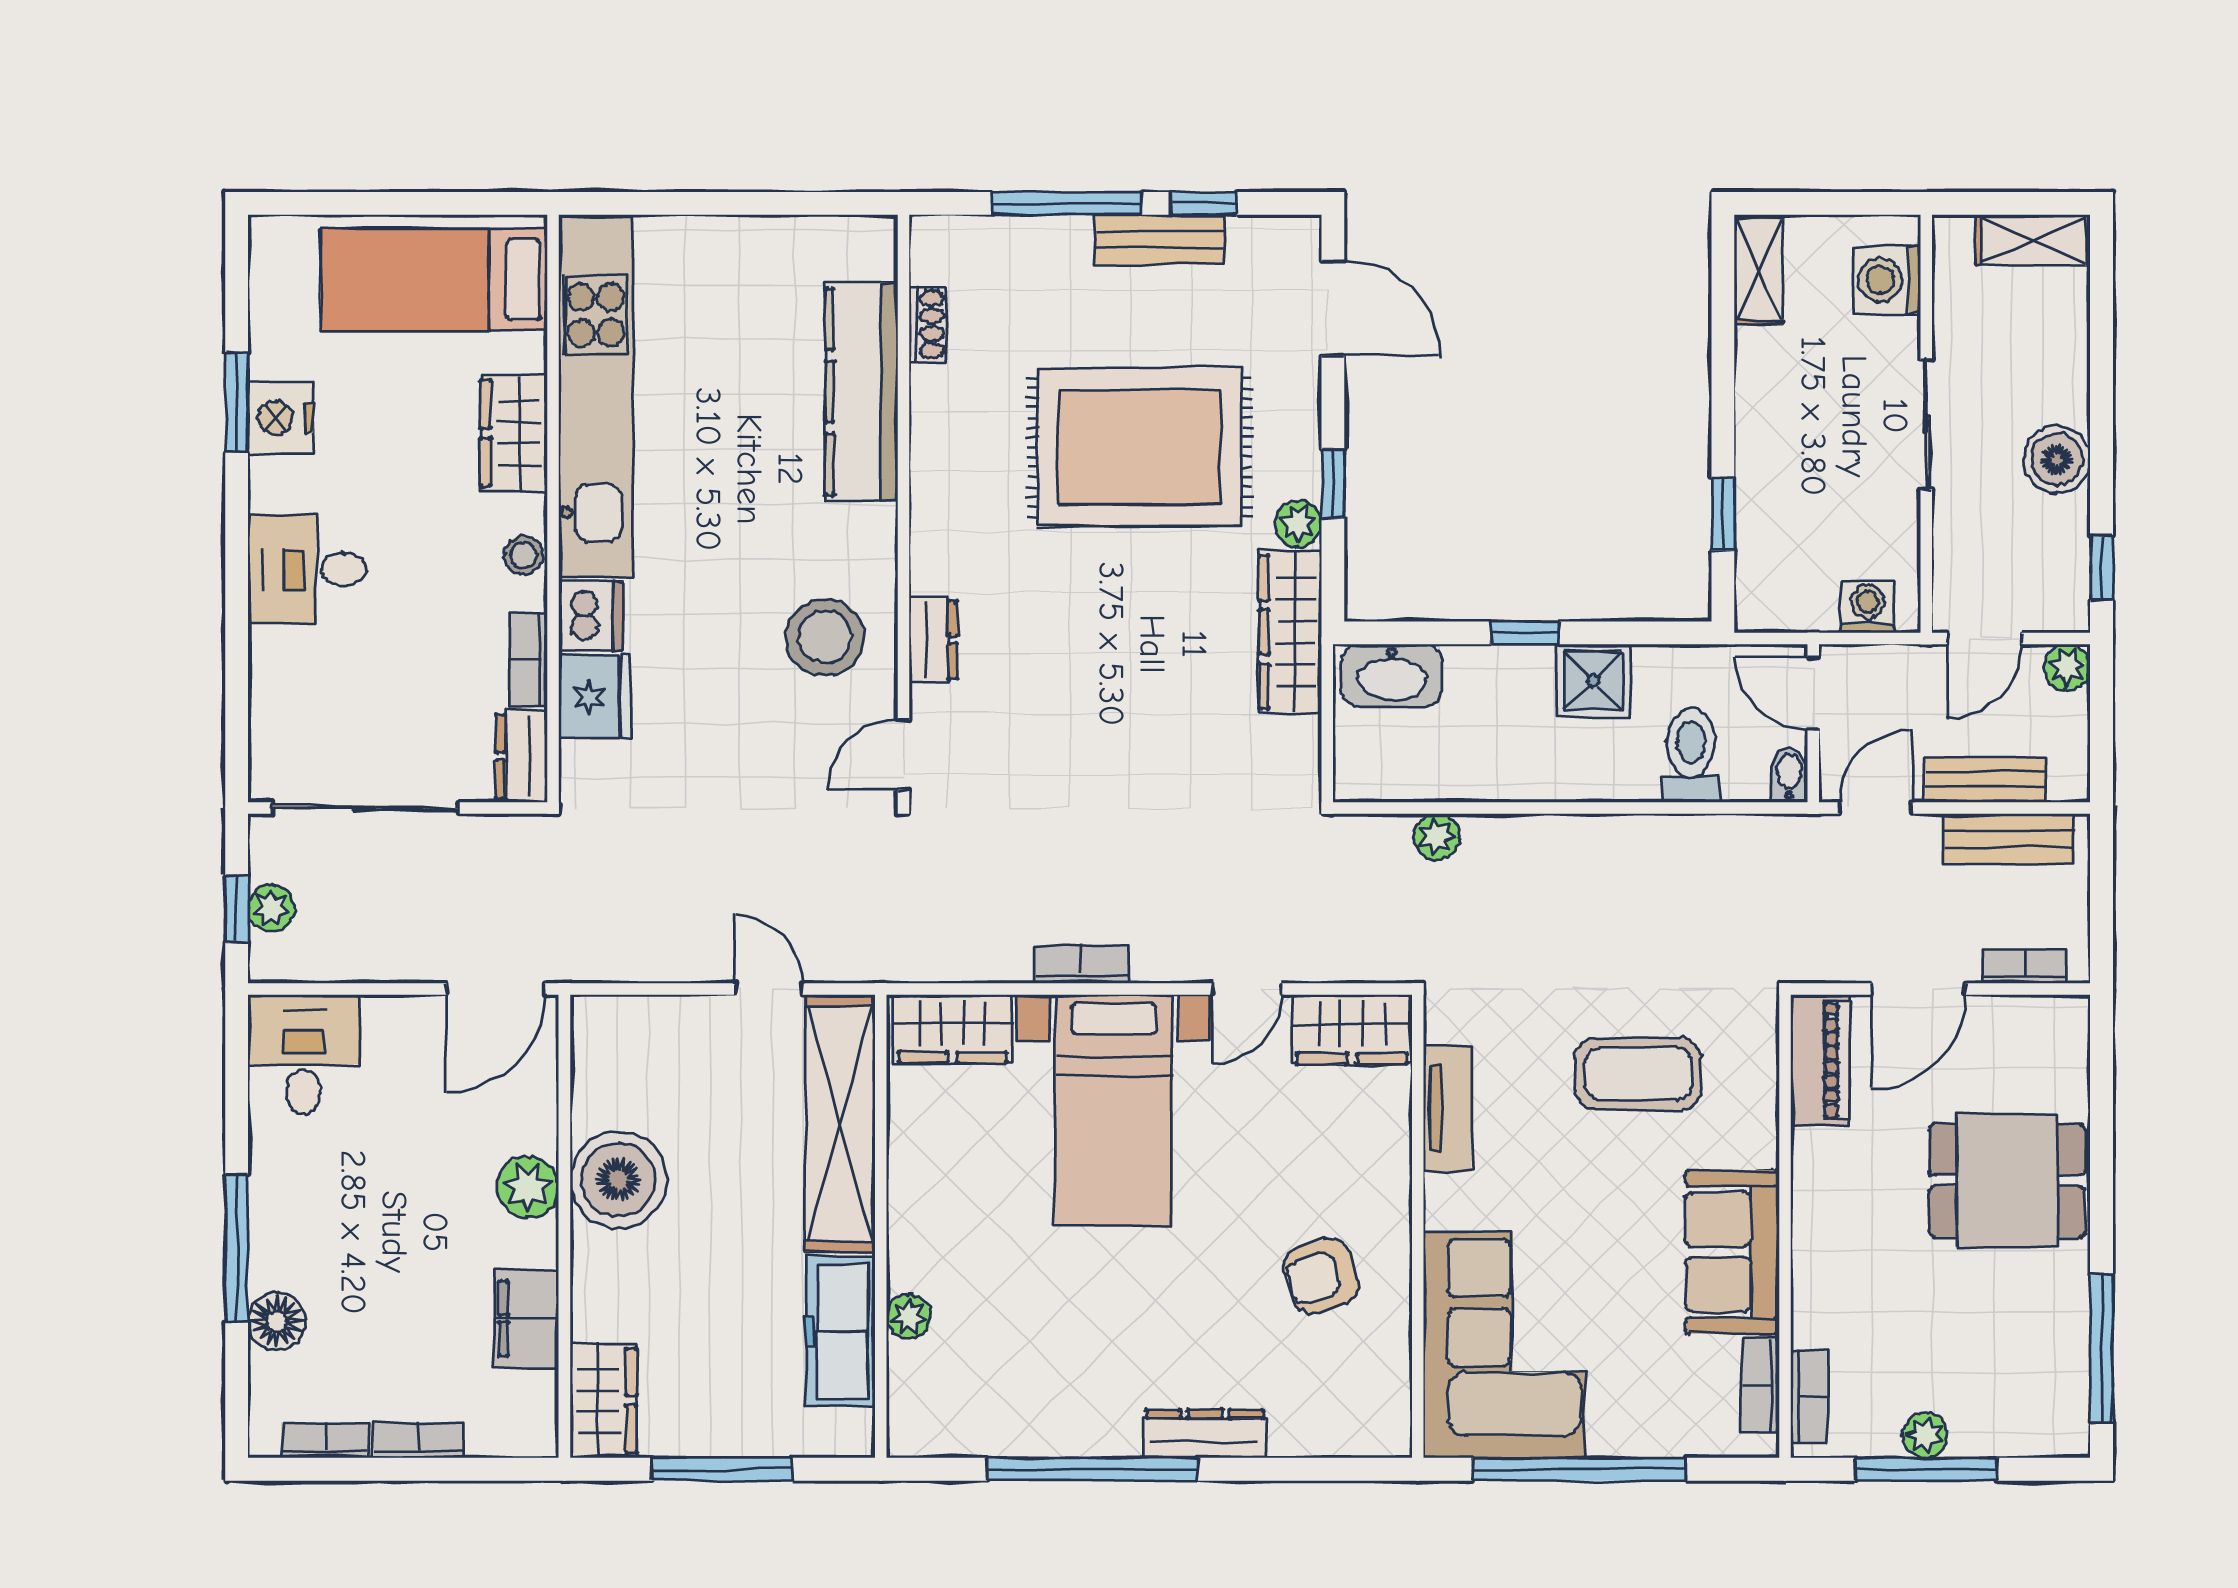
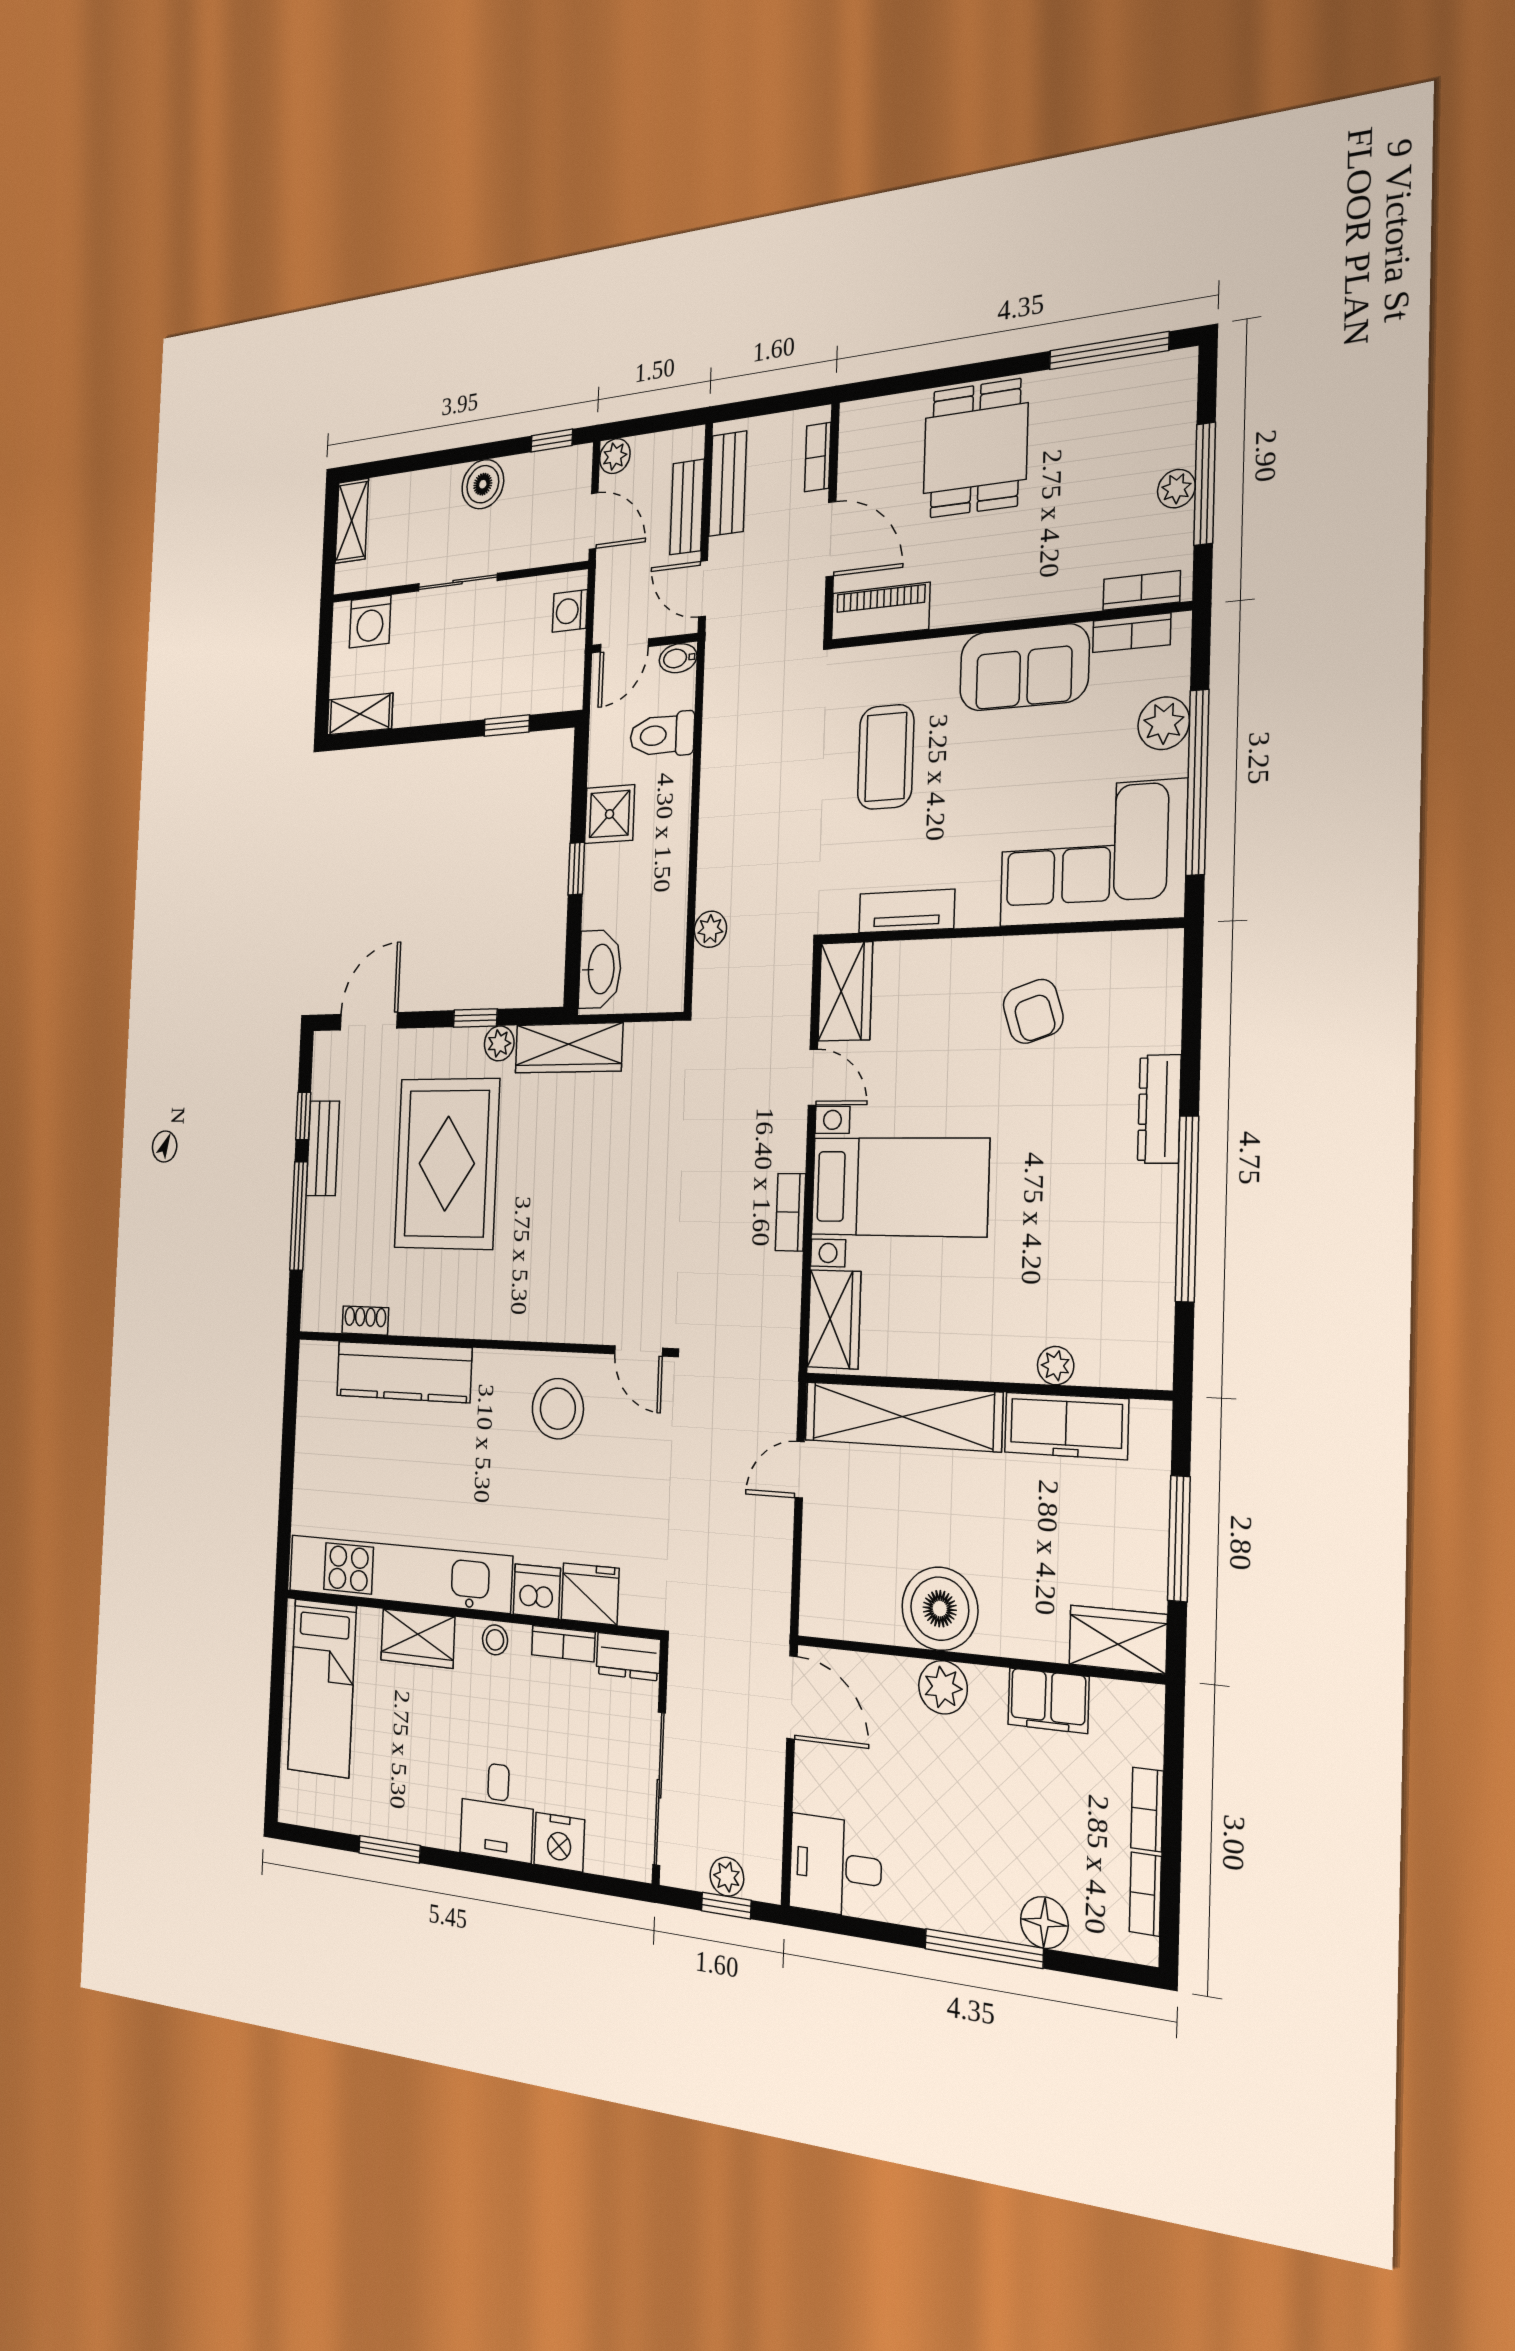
nightstand: (281, 418) -> (559, 1842), moved
dresser: (933, 640) -> (563, 1324), removed
plant: (1651, 1427) -> (1164, 723), added

